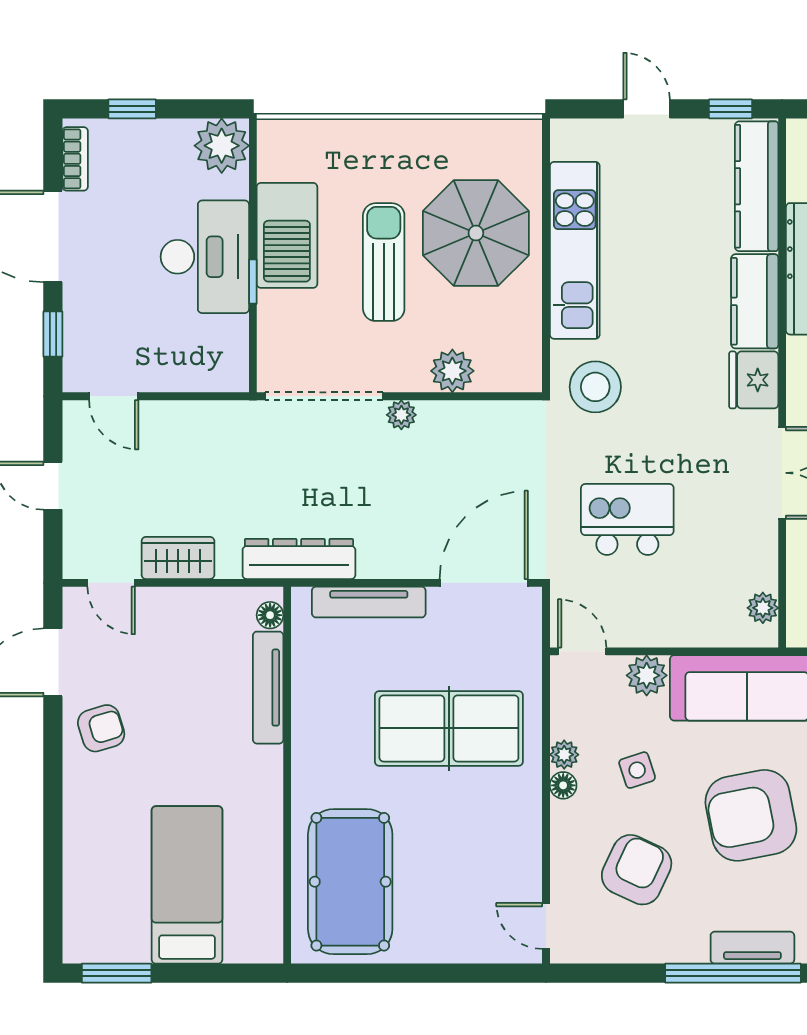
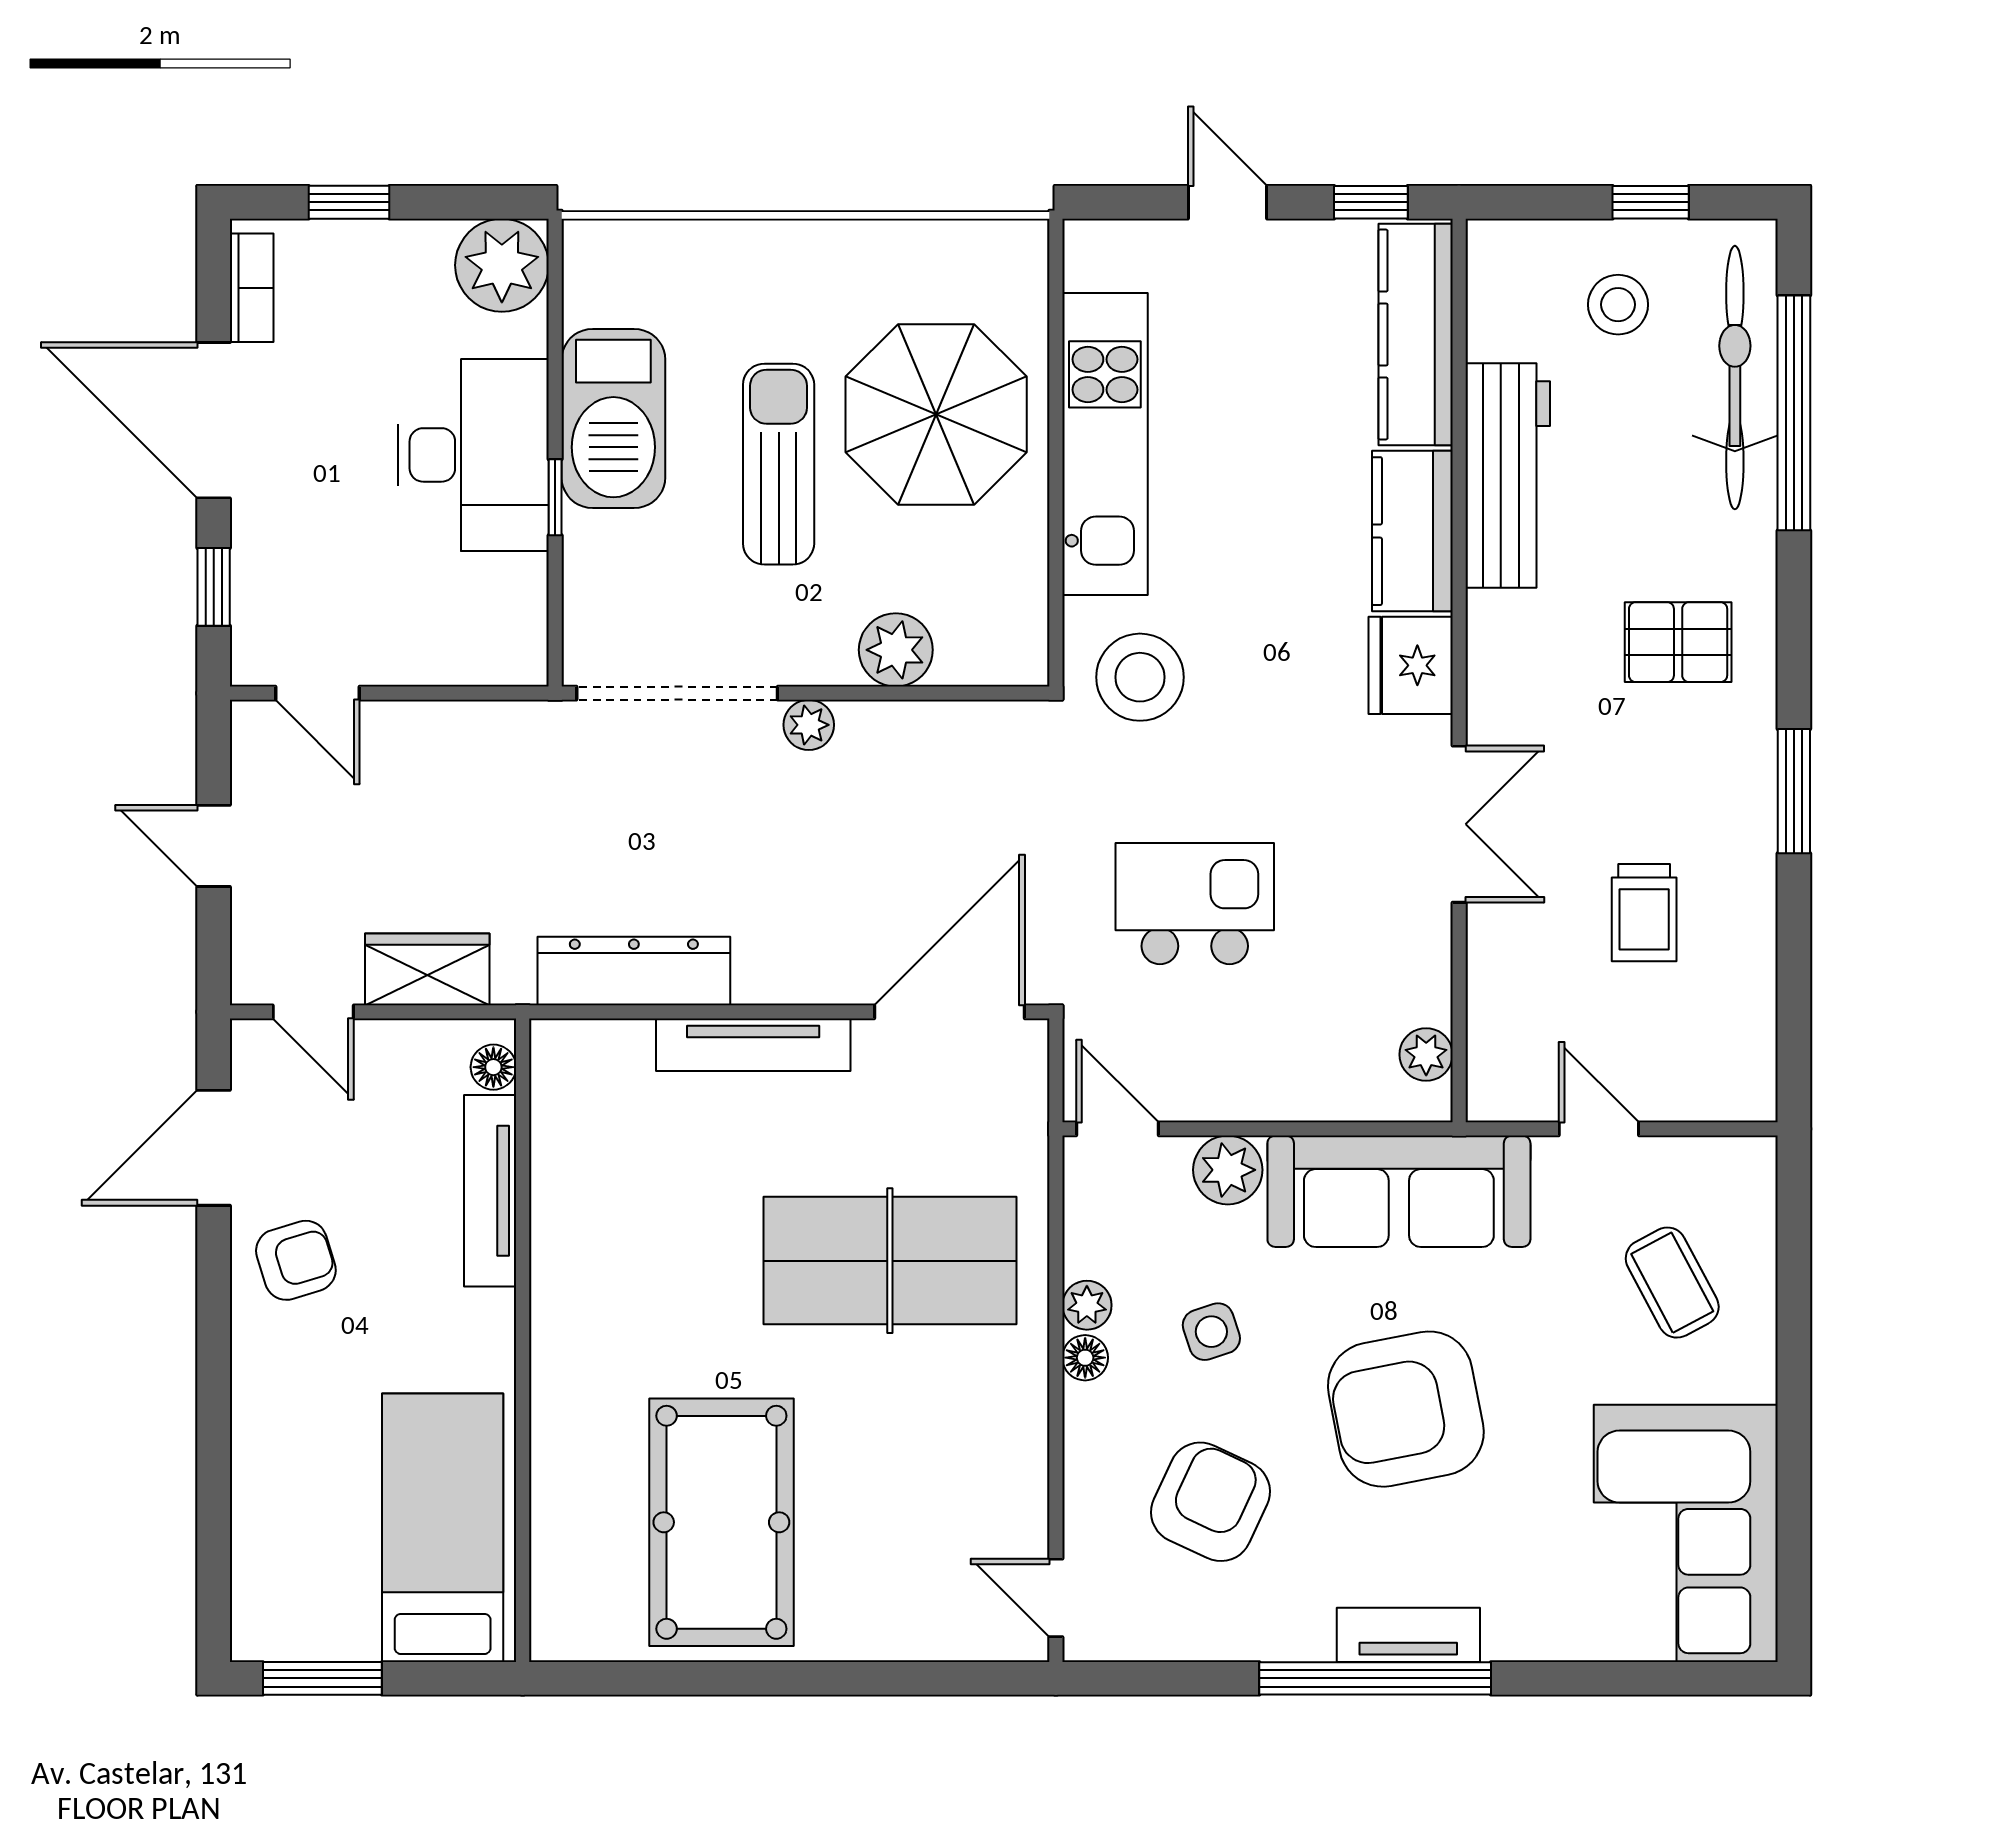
floor lamp: (270, 615) -> (493, 1067), moved
tv unit: (268, 688) -> (490, 1191), moved
wall: (287, 775) -> (523, 1340), moved

